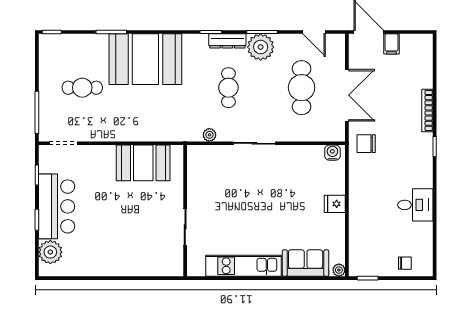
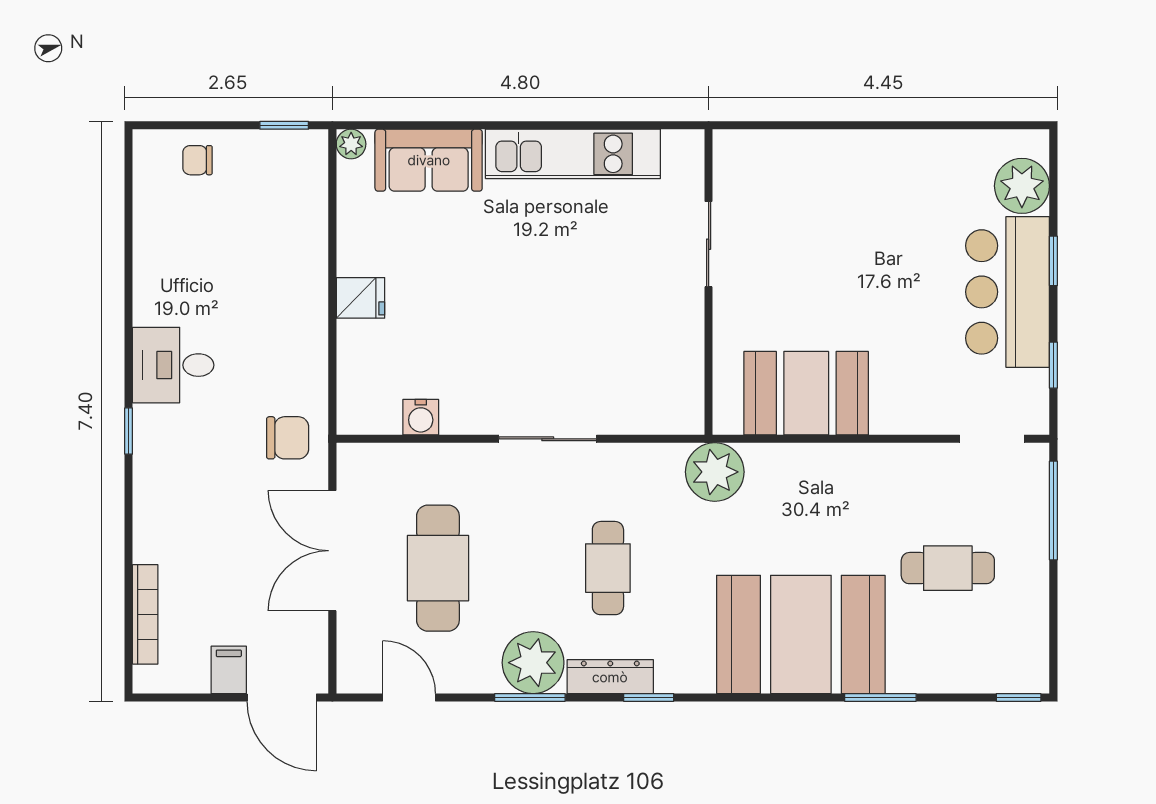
bookcase: (427, 110) -> (145, 614), moved
plant: (209, 135) -> (715, 472), moved, width x1.88, depth x1.88
water cooler: (332, 153) -> (421, 417), moved
desk: (415, 205) -> (173, 365), moved

